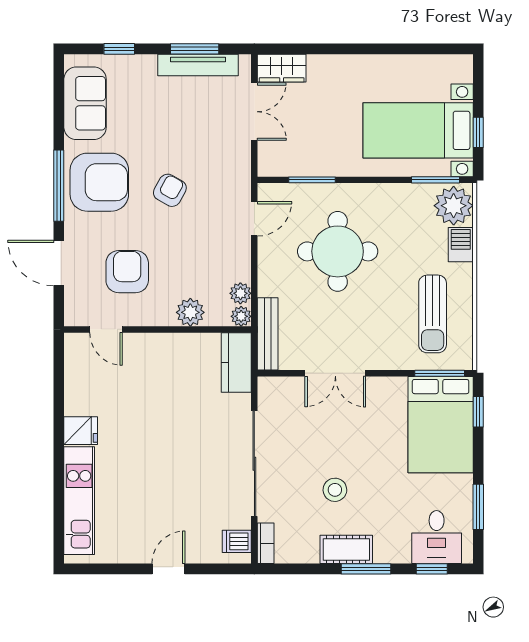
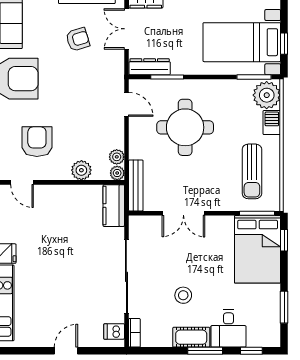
double door: (254, 112) -> (126, 29), swing flipped
dresser: (287, 165) -> (150, 67), added
armchair: (170, 190) -> (78, 39), moved, turned 44
door: (254, 219) -> (126, 104), hinge flipped
desk: (437, 537) -> (228, 328), moved

